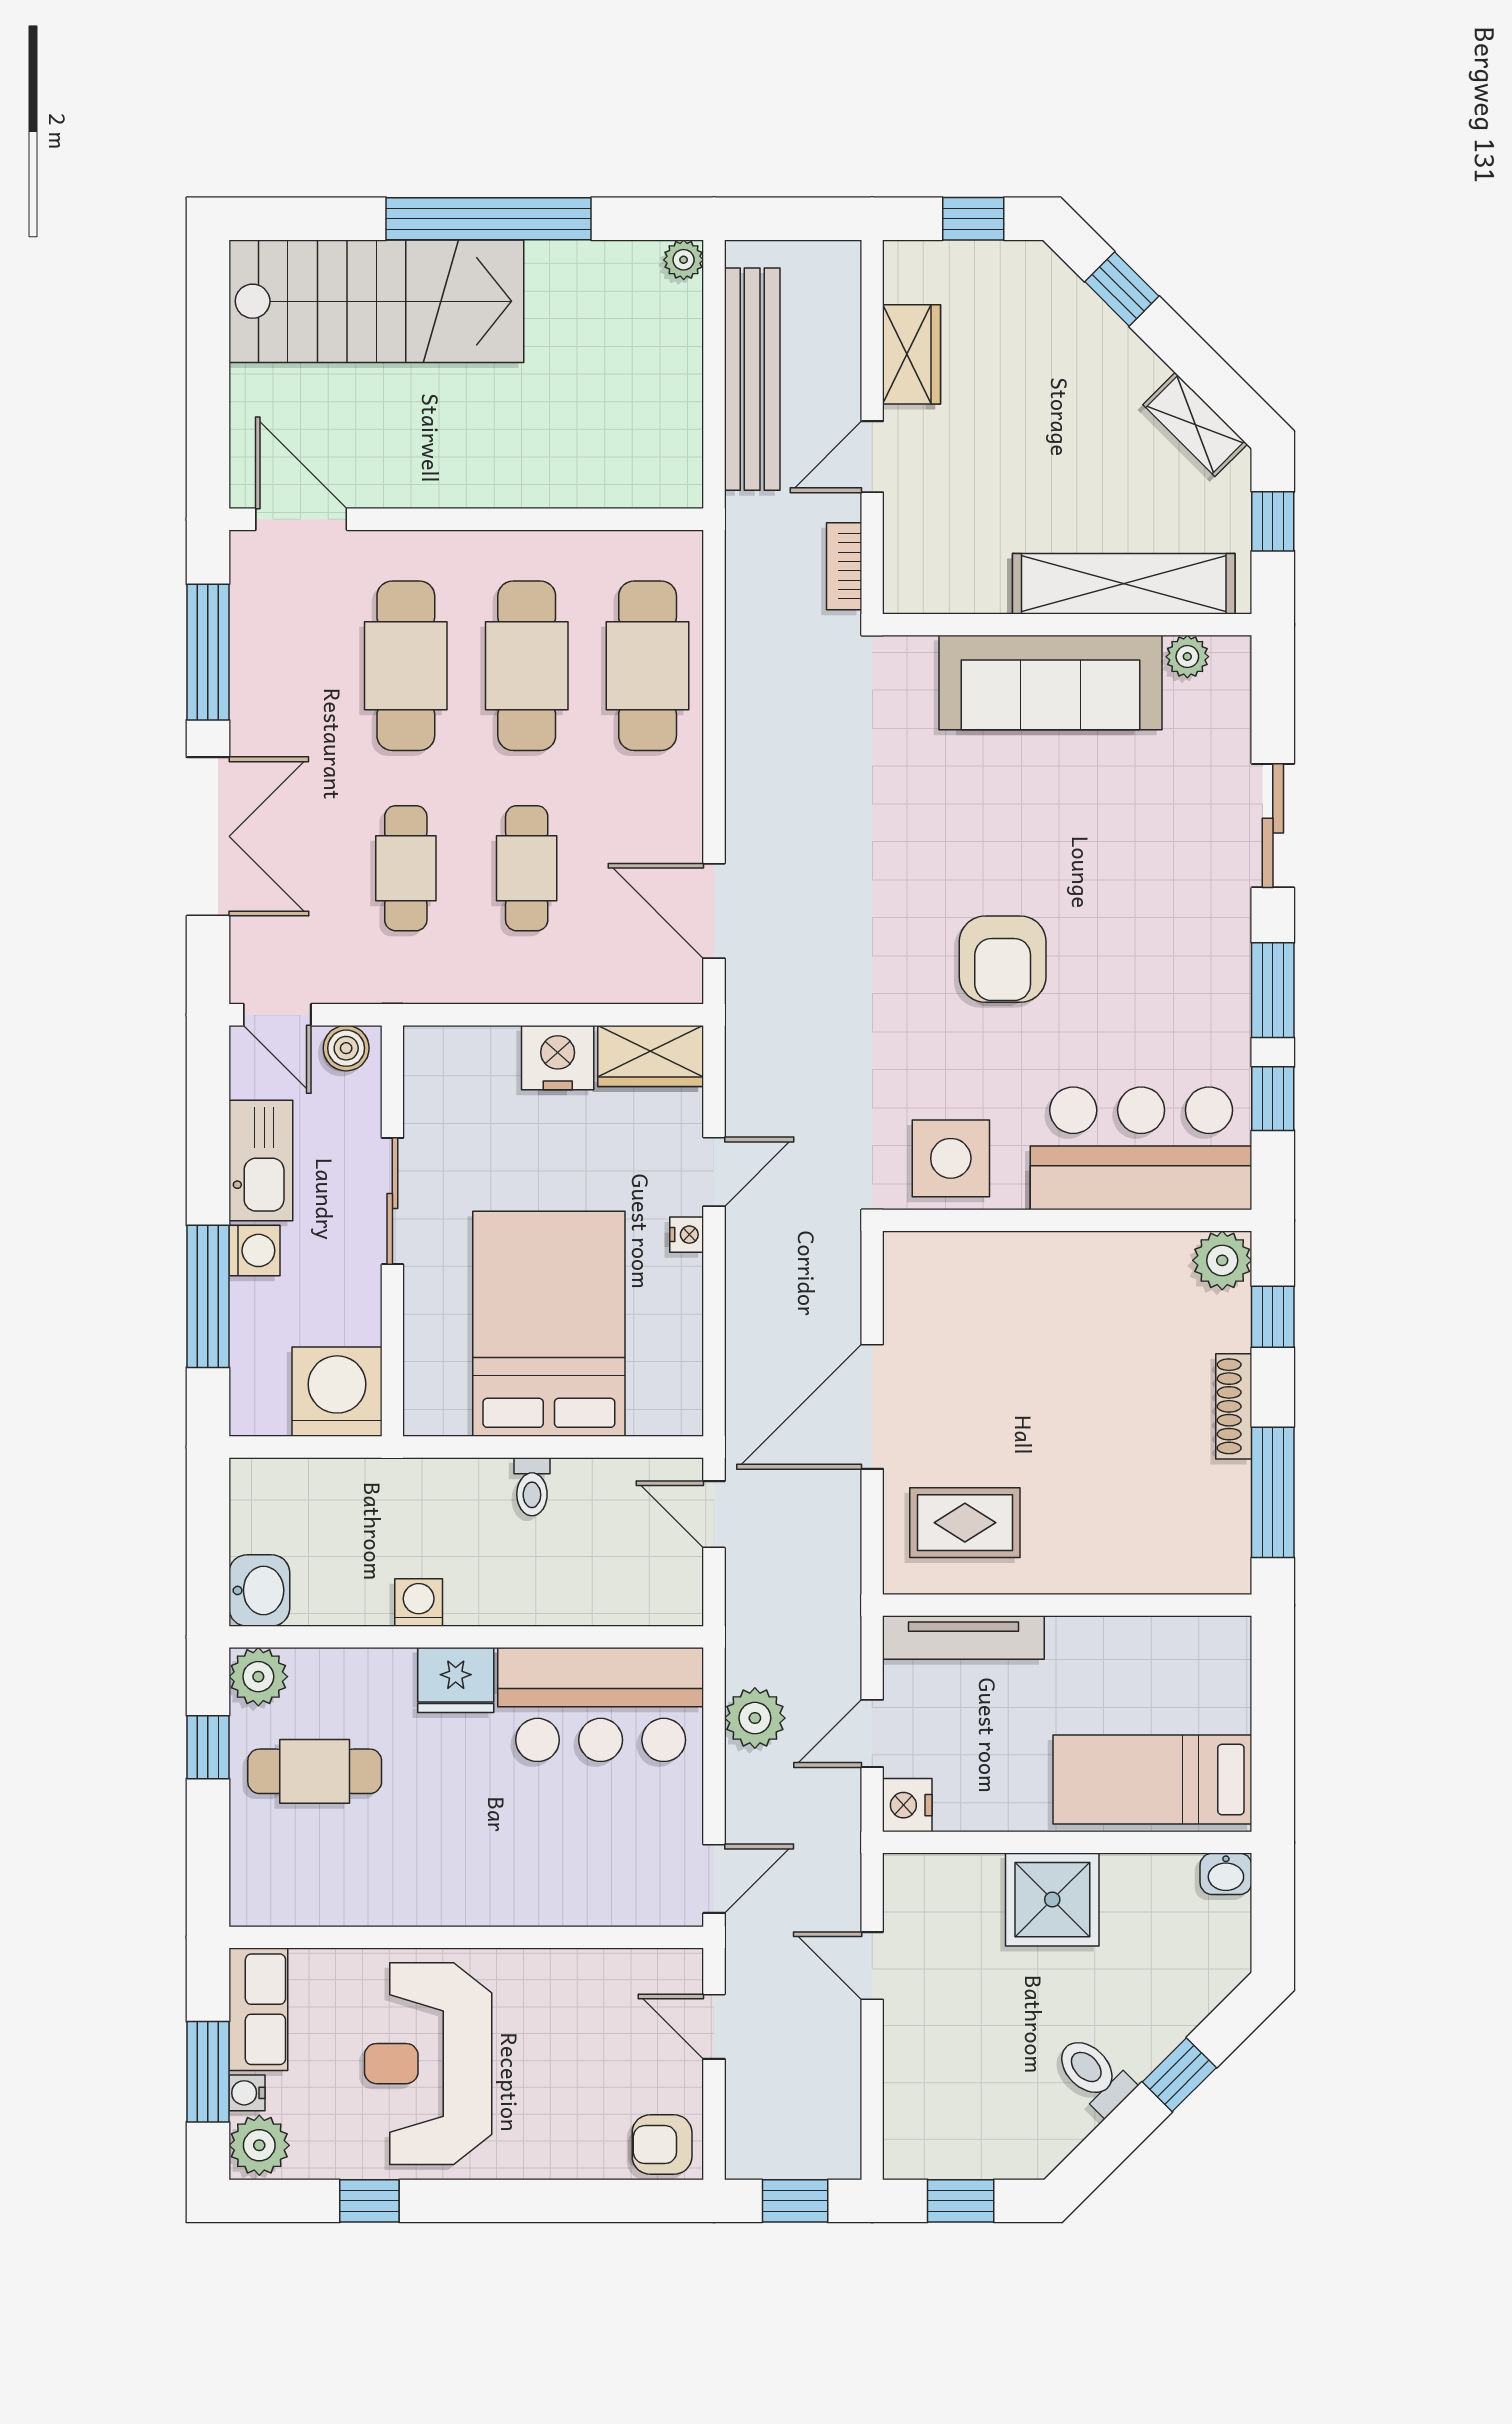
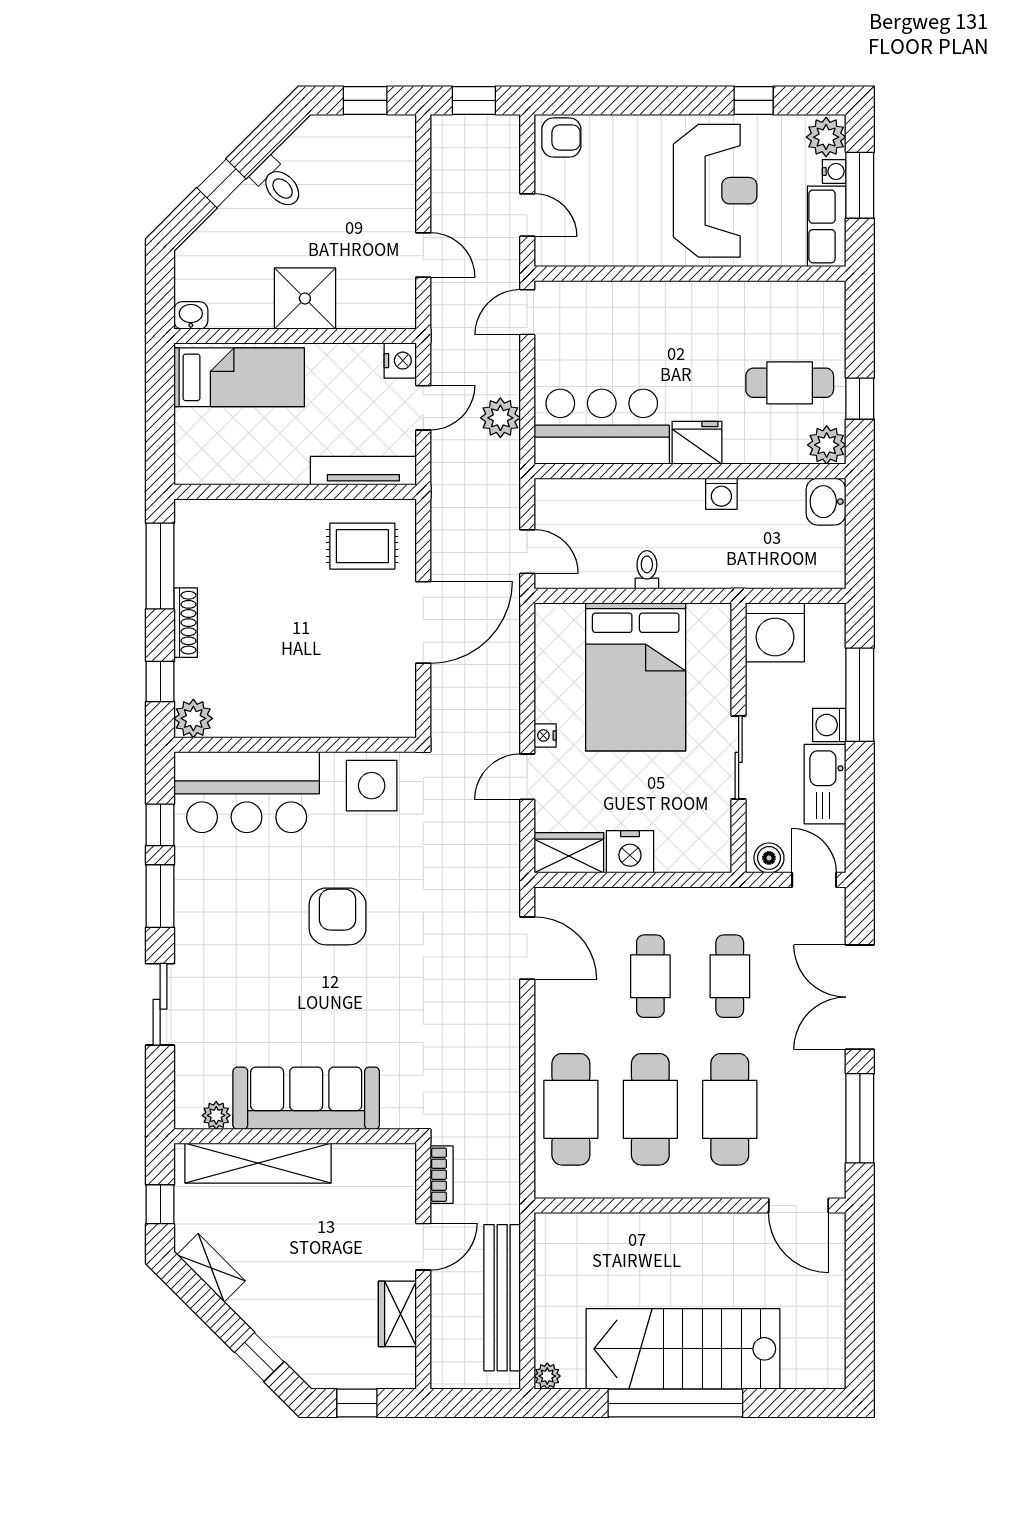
stairs: (376, 301) -> (683, 1349), moved

